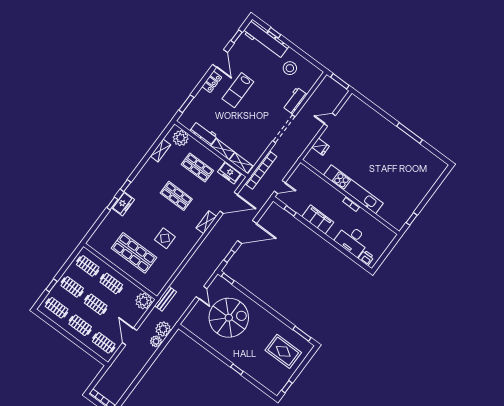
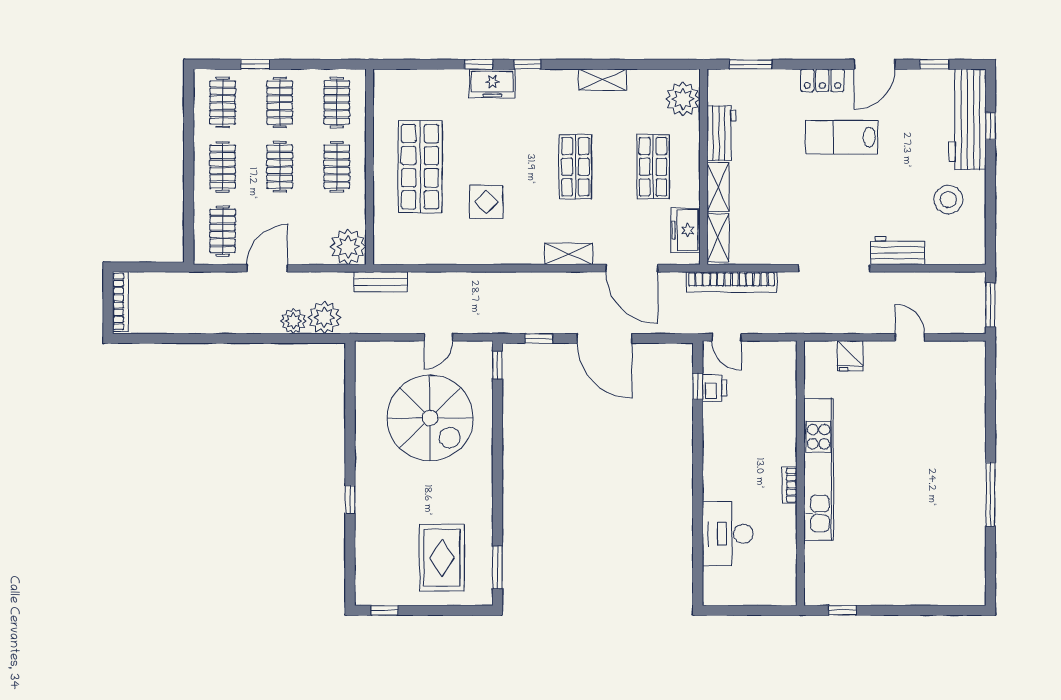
shelving: (160, 150) -> (603, 80), moved
filing cabinet: (318, 219) -> (719, 446), removed
printer: (366, 258) -> (715, 388), moved

